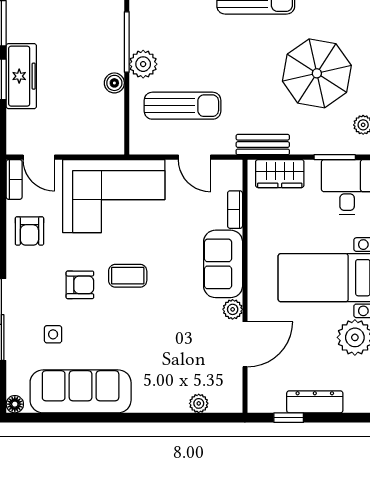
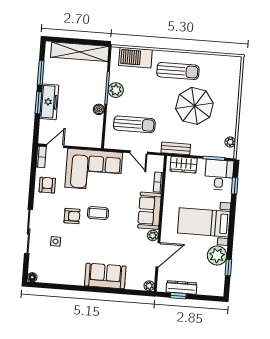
plant: (143, 64) -> (116, 90), moved
parasol: (317, 73) -> (194, 106), moved
door: (39, 157) -> (55, 146), swing flipped
armchair: (29, 231) -> (47, 185), turned 180
sofa: (81, 391) -> (105, 276), moved, width x0.73
dresser: (315, 402) -> (181, 287), moved
plant: (199, 403) -> (149, 286), moved

